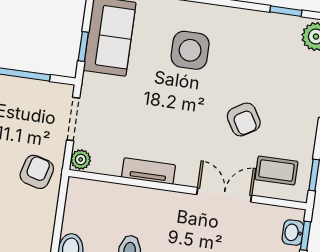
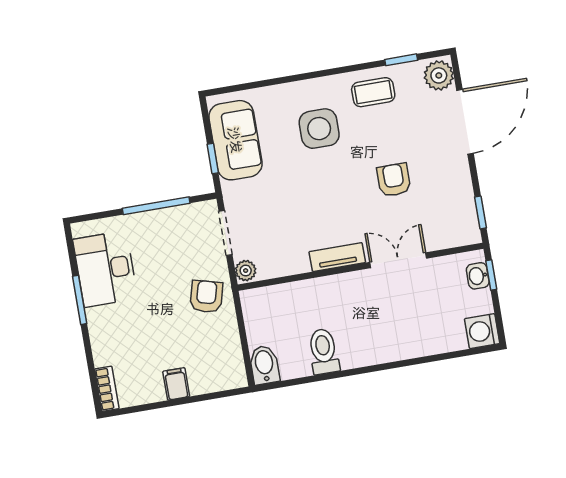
armchair: (244, 119) -> (394, 180), turned -149
coffee table: (276, 170) -> (373, 92), moved
tv unit: (148, 171) -> (337, 257), moved

